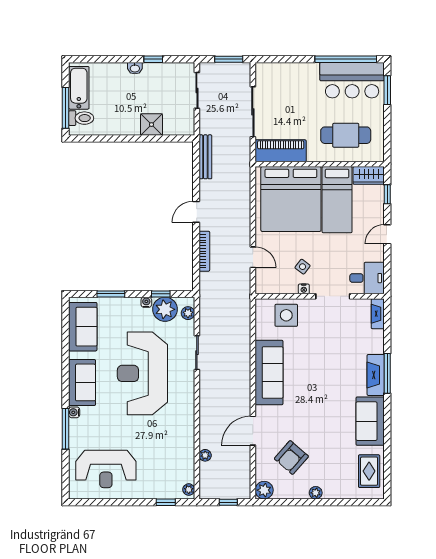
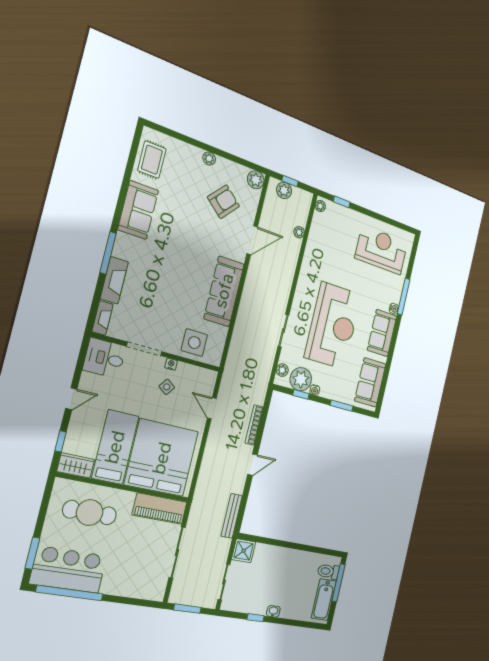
shower: (151, 125) -> (244, 551), moved
fireplace: (376, 375) -> (114, 280), moved
plant: (232, 491) -> (284, 190), added

